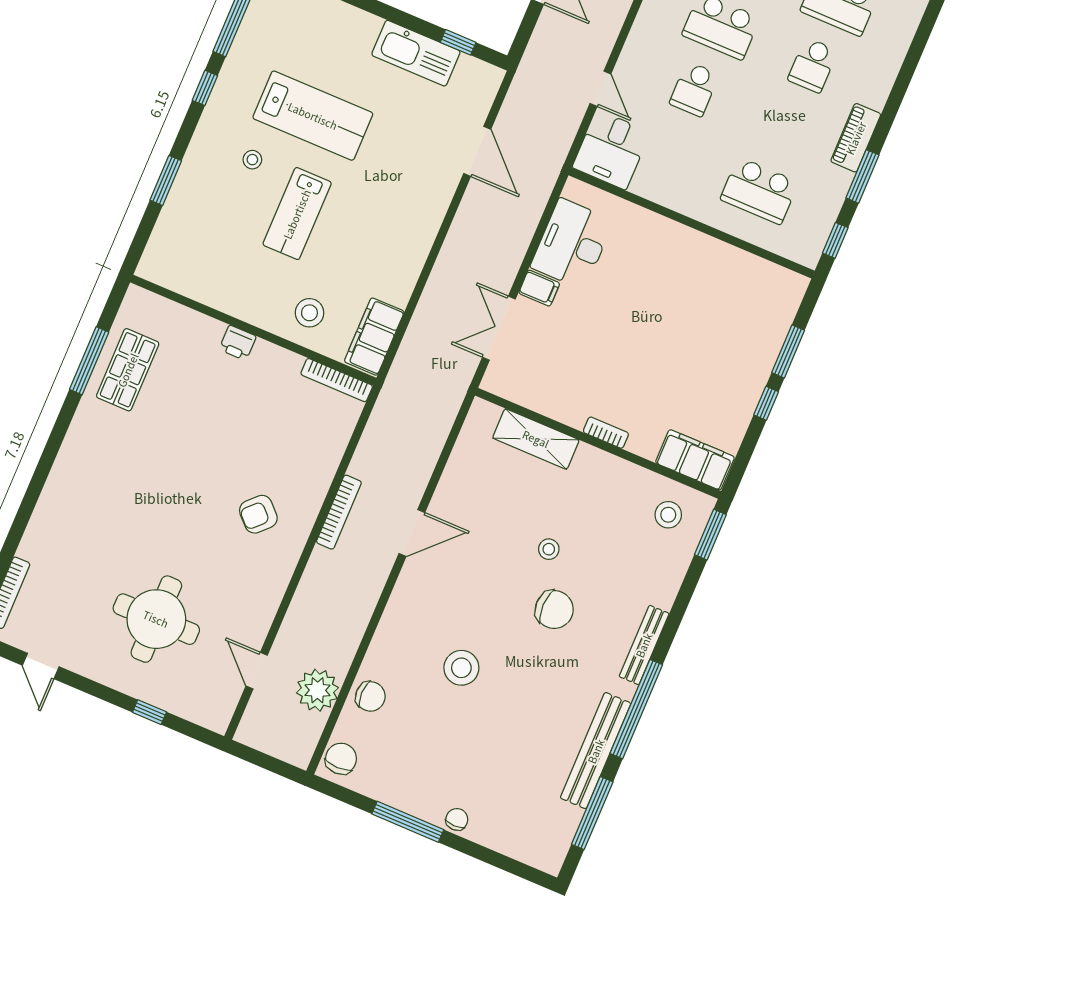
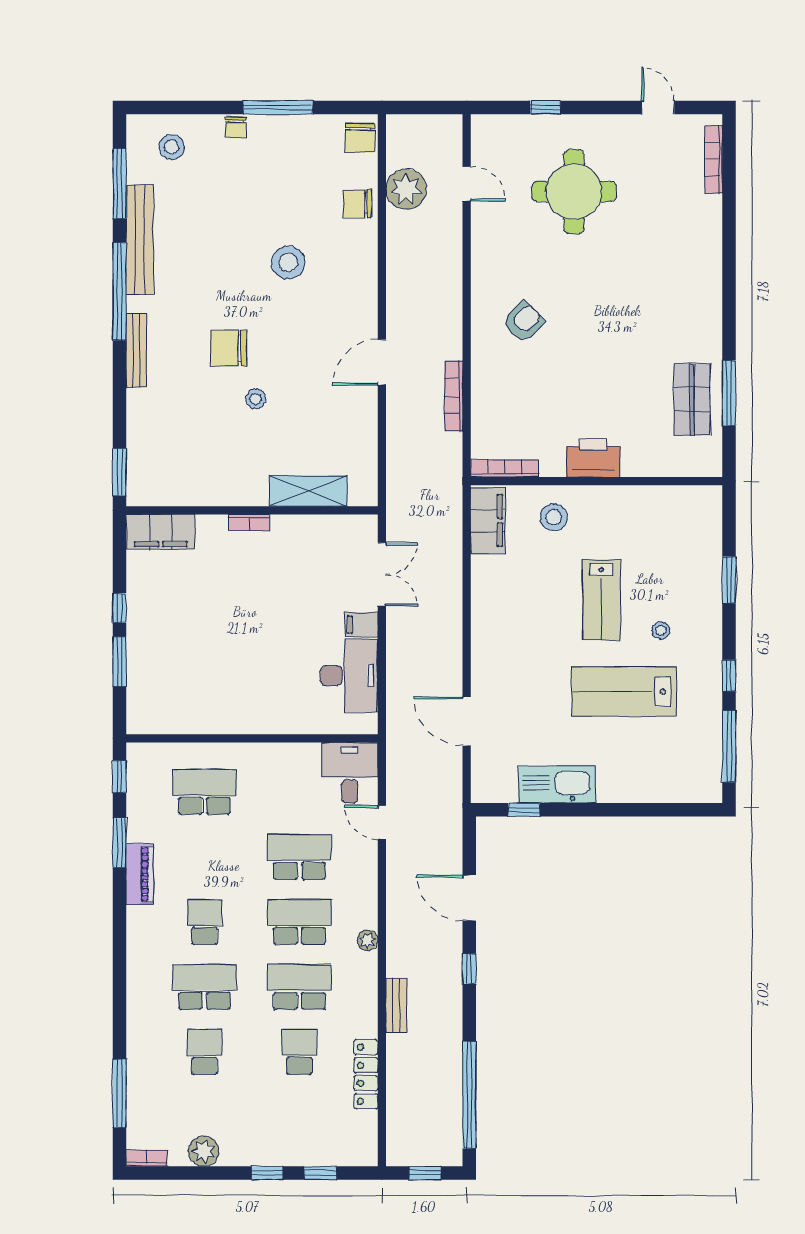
school desk: (694, 89) -> (299, 857), width x1.85
lab bench: (297, 214) -> (601, 600), turned 180
printer: (238, 343) -> (593, 458), width x1.87, depth x1.48
bookcase: (339, 512) -> (454, 396), moved
stool: (668, 515) -> (172, 147), moved

